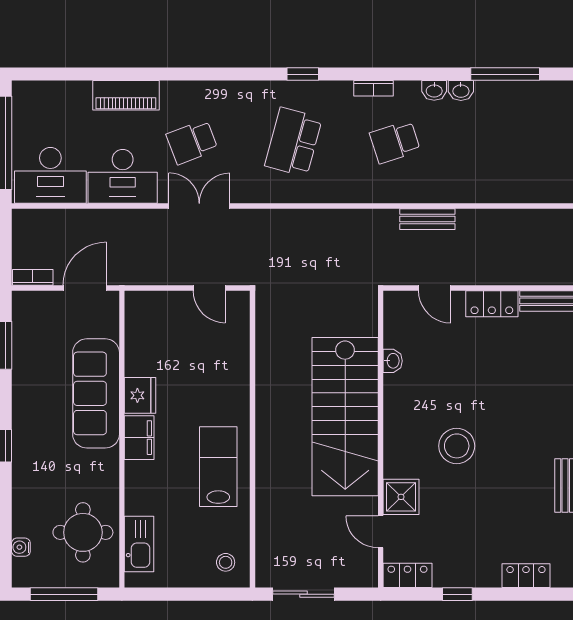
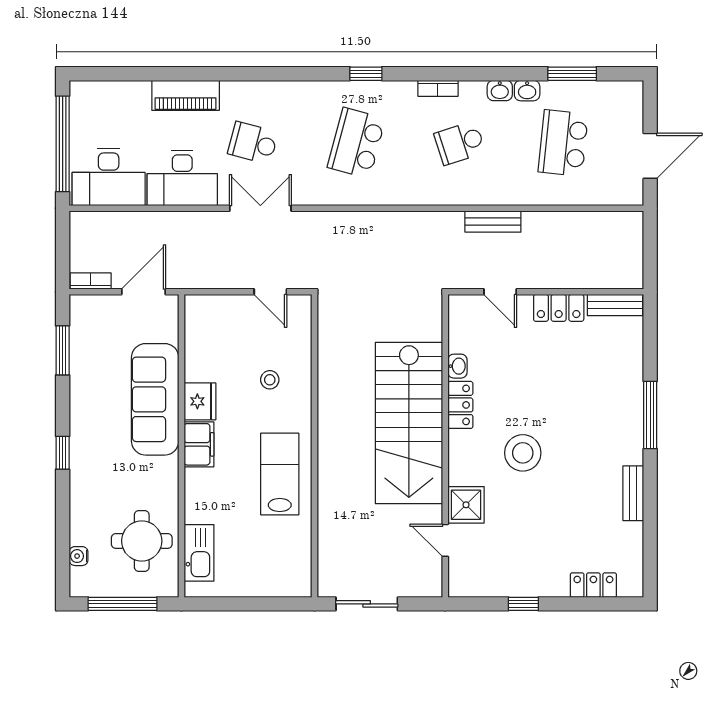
window: (505, 74) -> (572, 74), width x0.69
school desk: (192, 142) -> (253, 143), turned 36
school desk: (496, 142) -> (563, 143), added
stool: (226, 562) -> (270, 380), moved
locker: (407, 575) -> (460, 405), moved, turned 90

